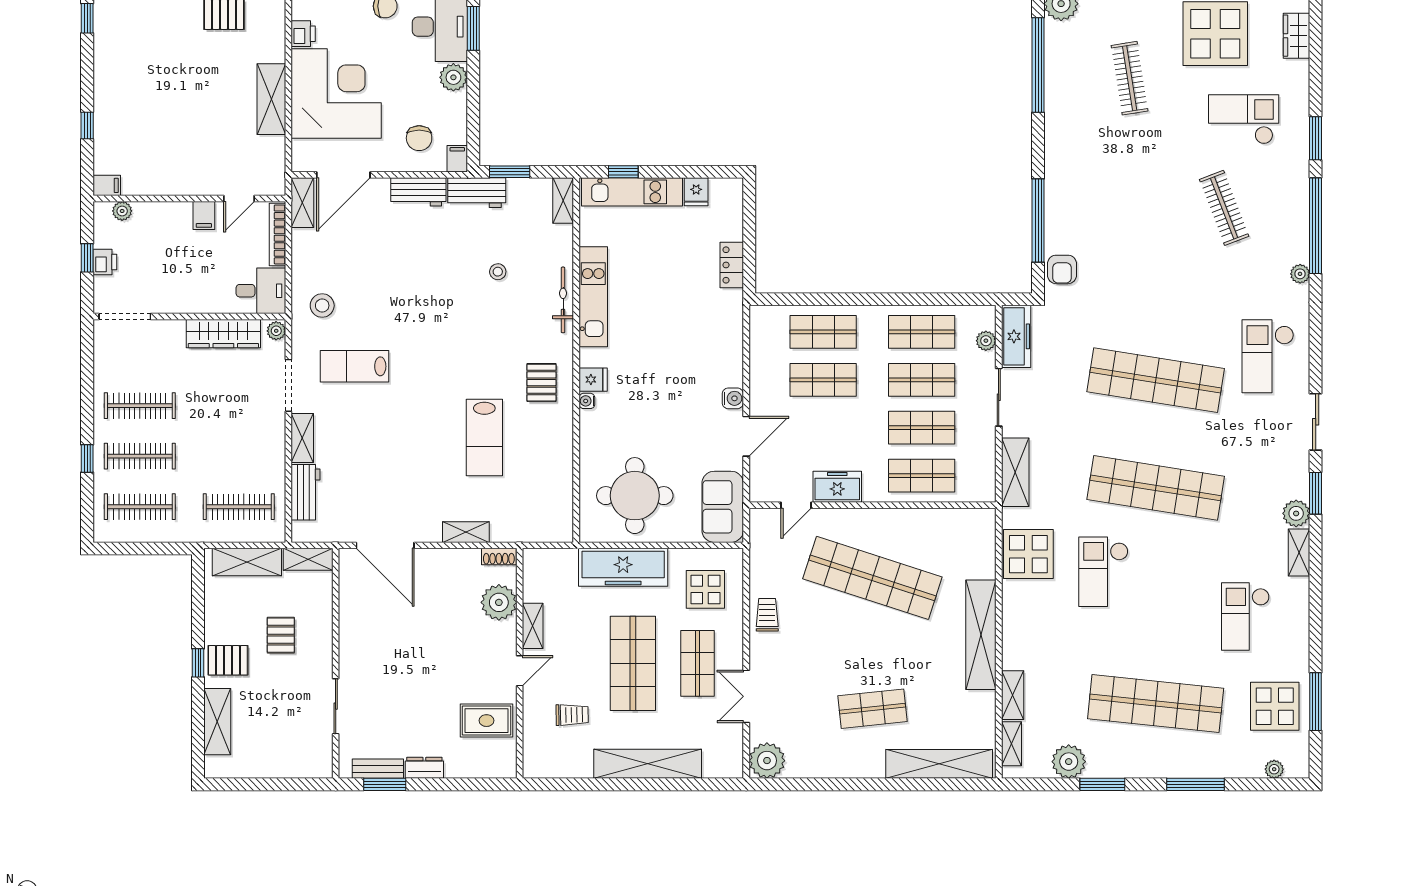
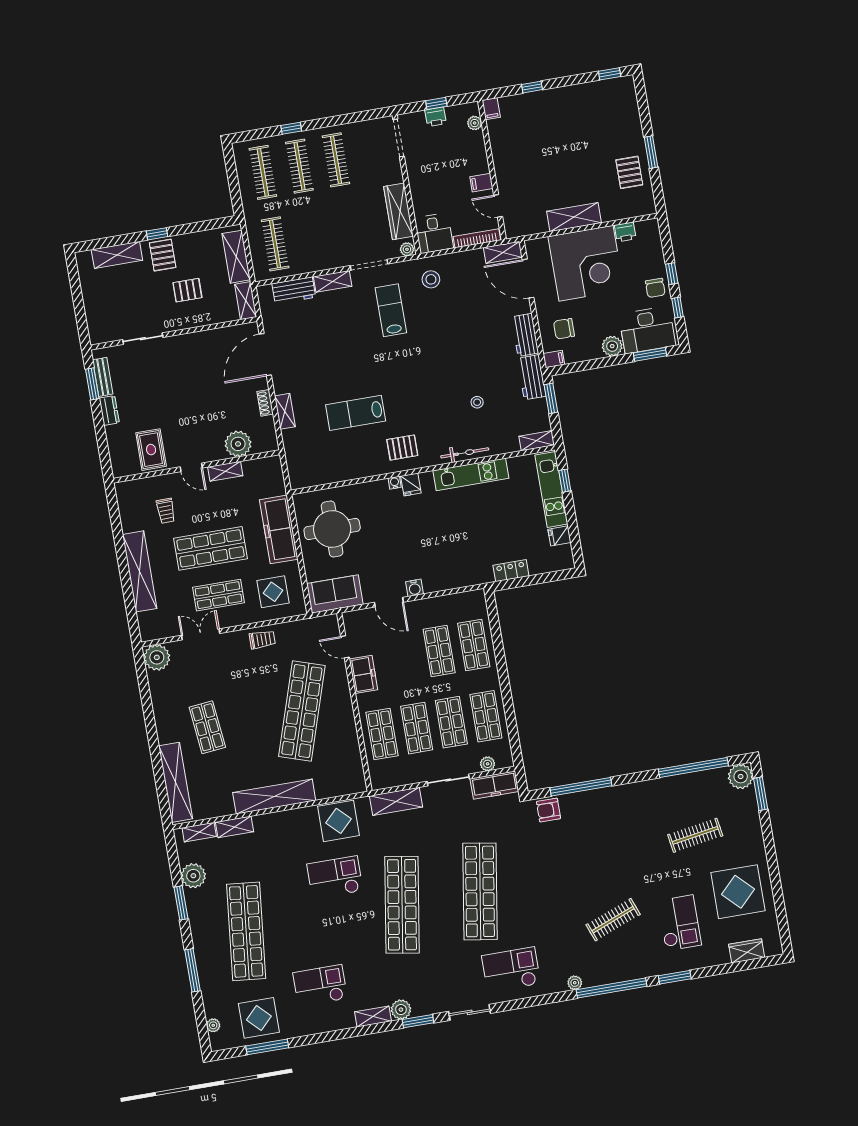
shoe rack: (499, 557) -> (265, 403), moved

